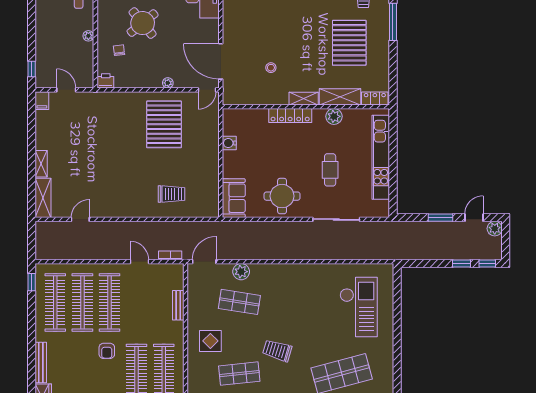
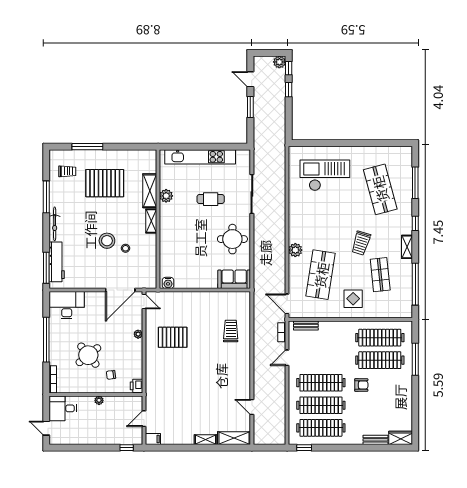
stool: (280, 45) -> (107, 241), added
locker: (375, 98) -> (151, 162), removed
locker: (290, 116) -> (165, 232), removed
pallet: (164, 124) -> (173, 337), width x0.73, depth x0.71
water cooler: (229, 143) -> (168, 283), moved
plant: (495, 229) -> (279, 62), moved
plant: (241, 272) -> (295, 250), moved
shop shelf: (239, 302) -> (321, 275), width x1.43, depth x1.36
bench: (178, 305) -> (306, 326), moved
bench: (41, 363) -> (376, 440), width x0.73

